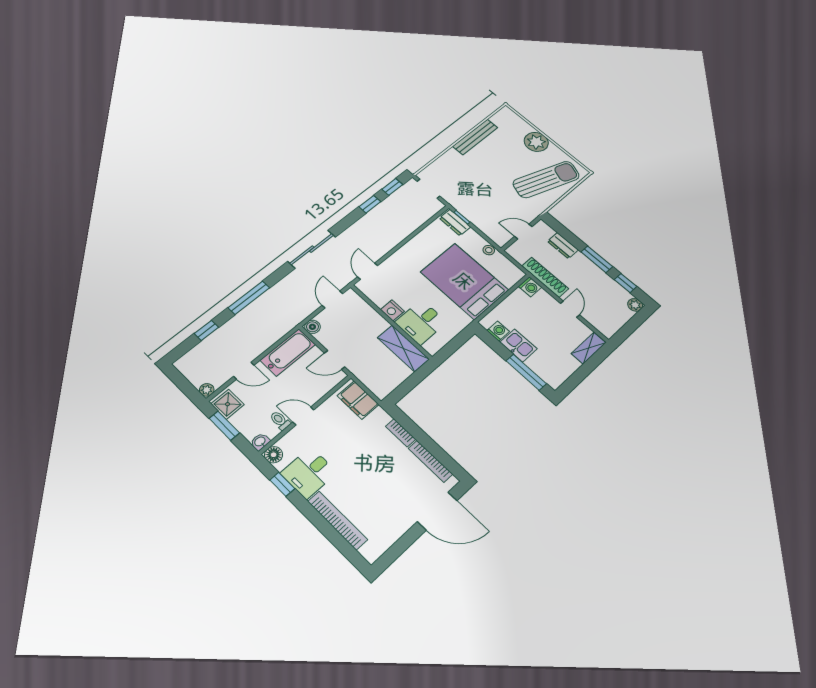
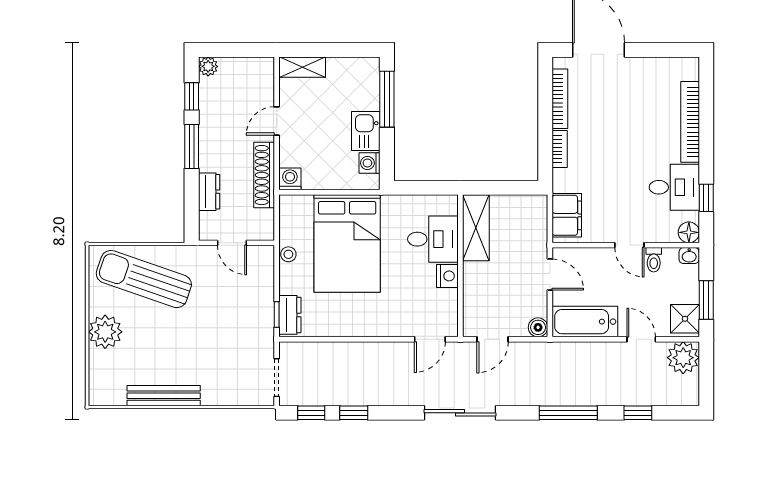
plant: (207, 390) -> (683, 358), width x1.87, depth x1.87

